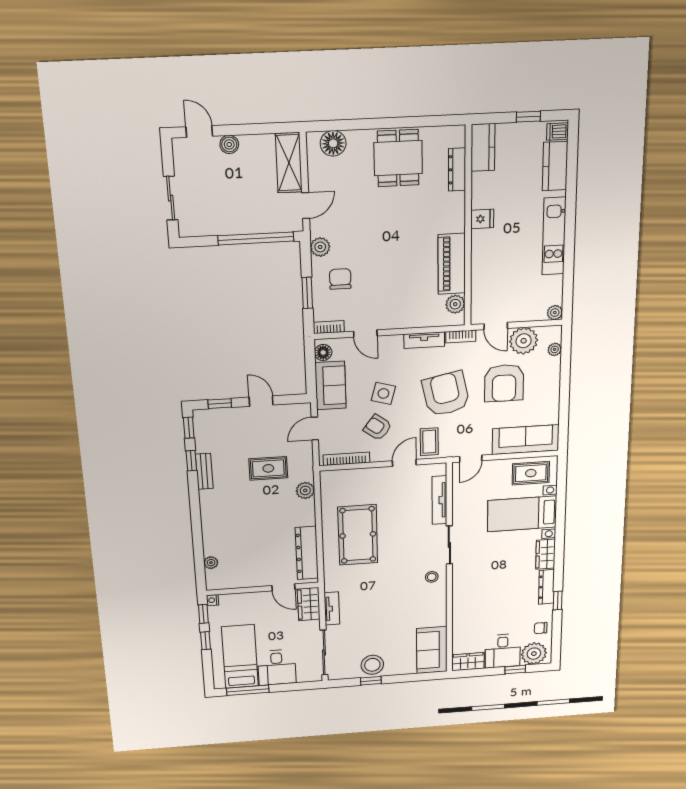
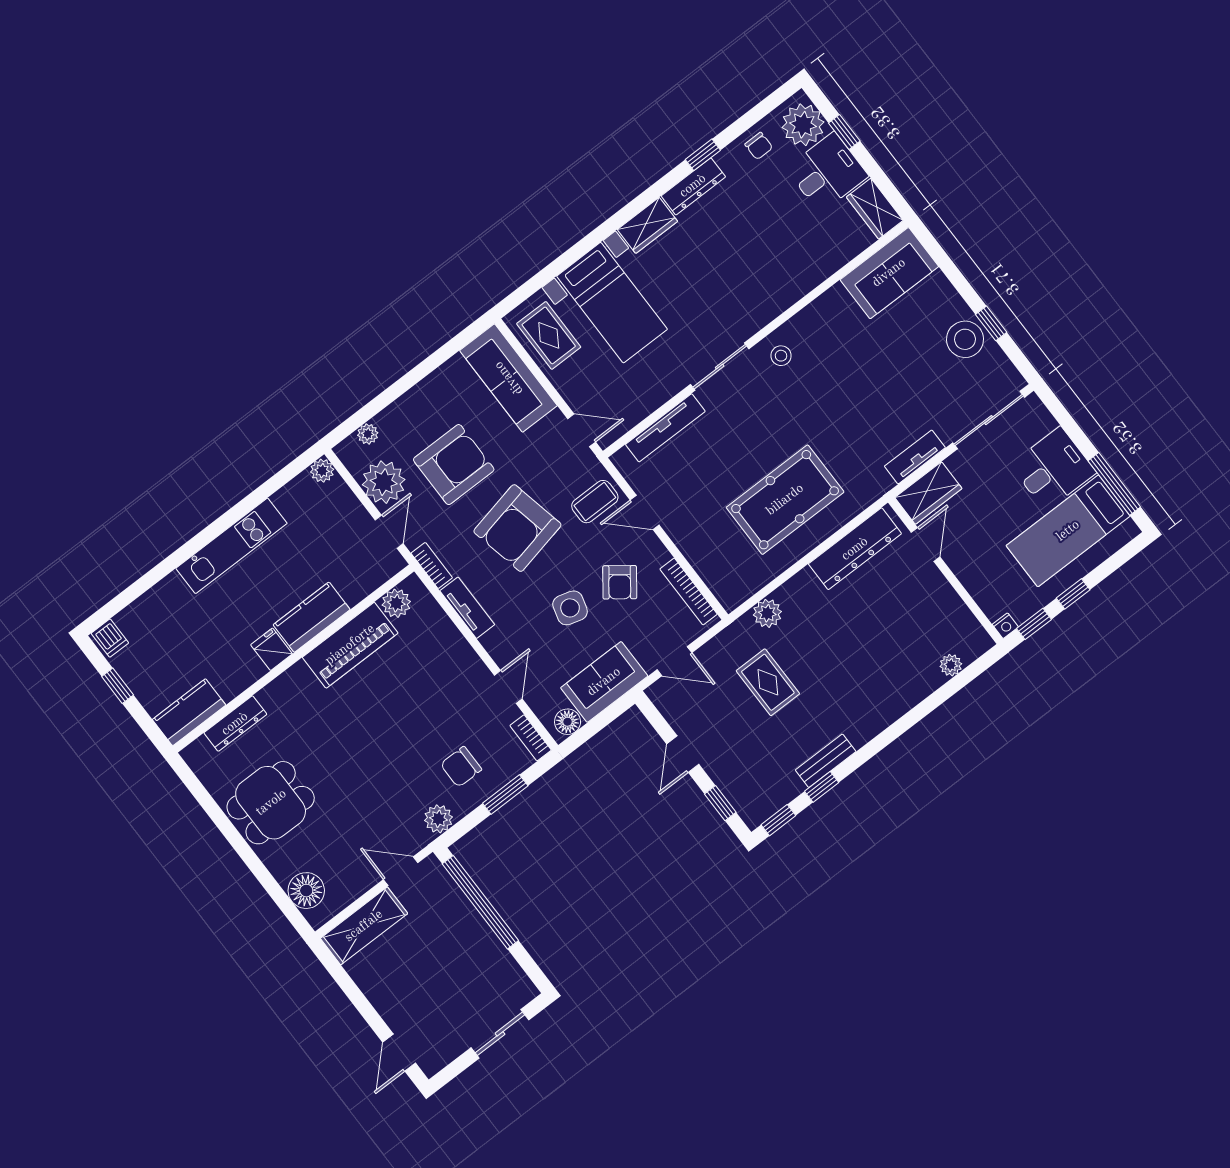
boiler: (229, 144) -> (390, 1009), removed
kitchen counter: (555, 166) -> (312, 617), moved, turned 180

